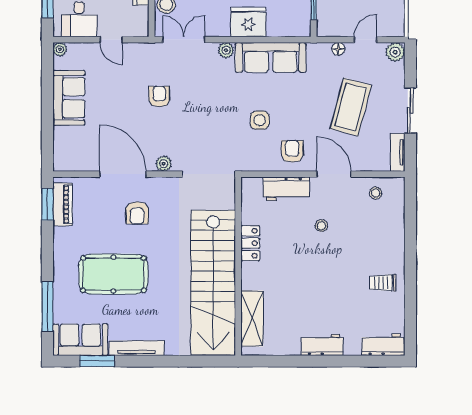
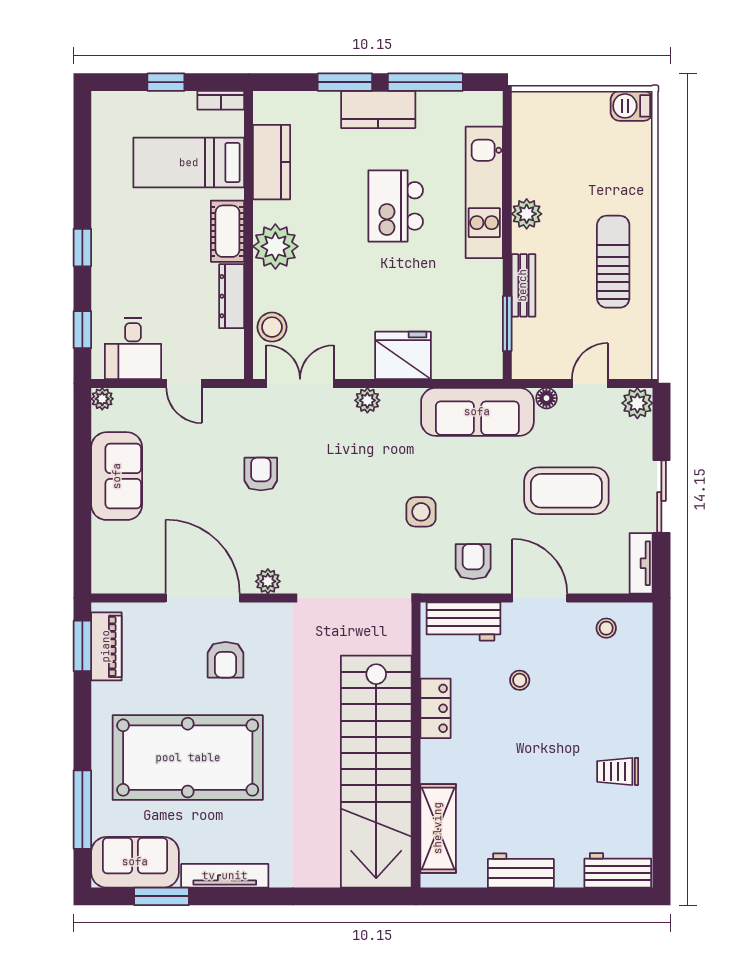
sofa: (271, 57) -> (477, 412), moved
coffee table: (351, 107) -> (566, 491), turned 75
locker: (250, 243) -> (436, 708), moved
wall: (238, 266) -> (416, 745), moved
pool table: (113, 274) -> (188, 758), width x1.36, depth x1.32
stairs: (213, 283) -> (376, 772), moved
shelving: (252, 319) -> (438, 828), moved

